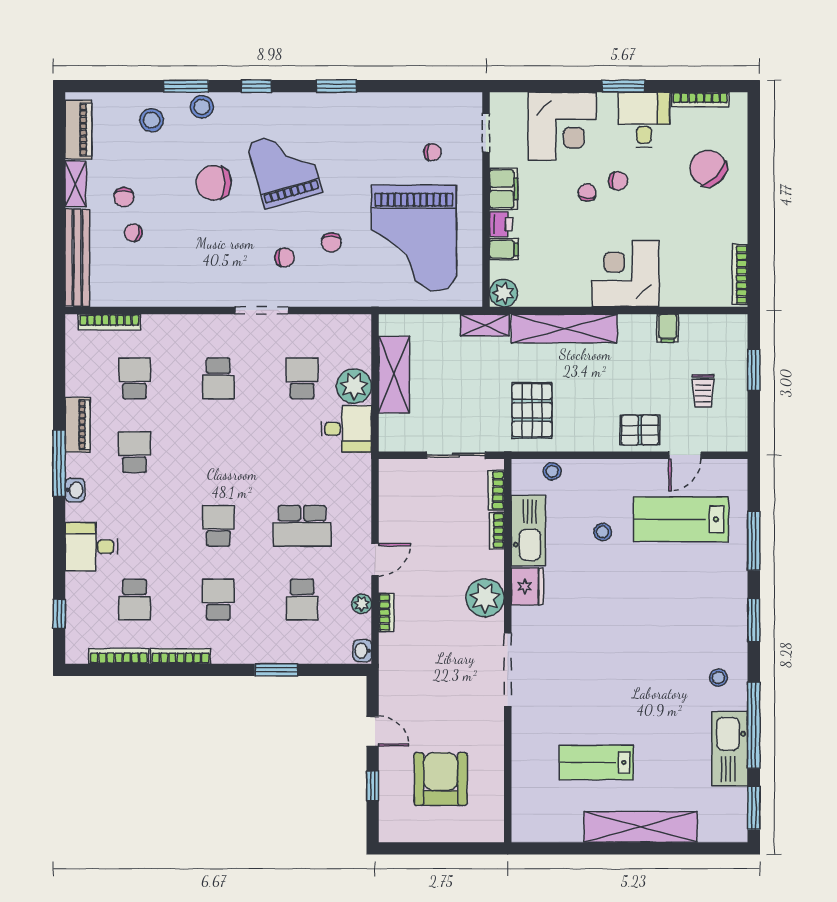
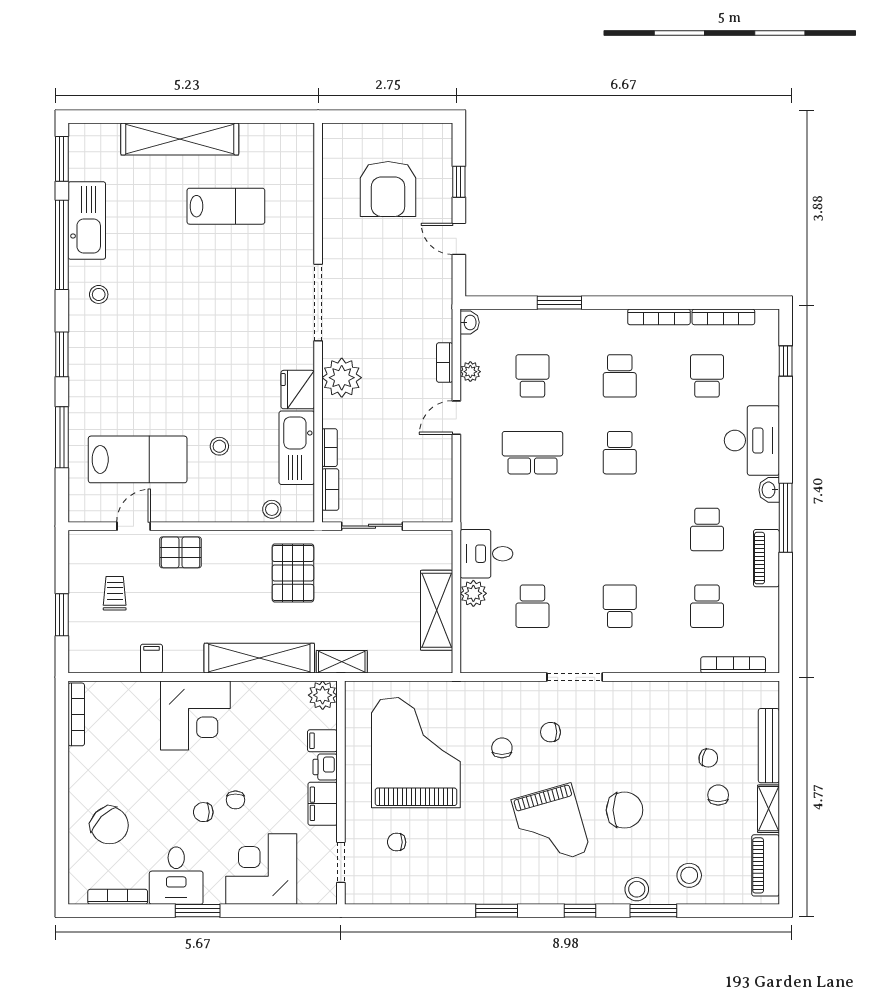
bench: (77, 258) -> (769, 746), width x0.73, depth x0.82
plant: (354, 386) -> (473, 593), width x0.73, depth x0.73
desk: (91, 547) -> (752, 440), width x1.37

